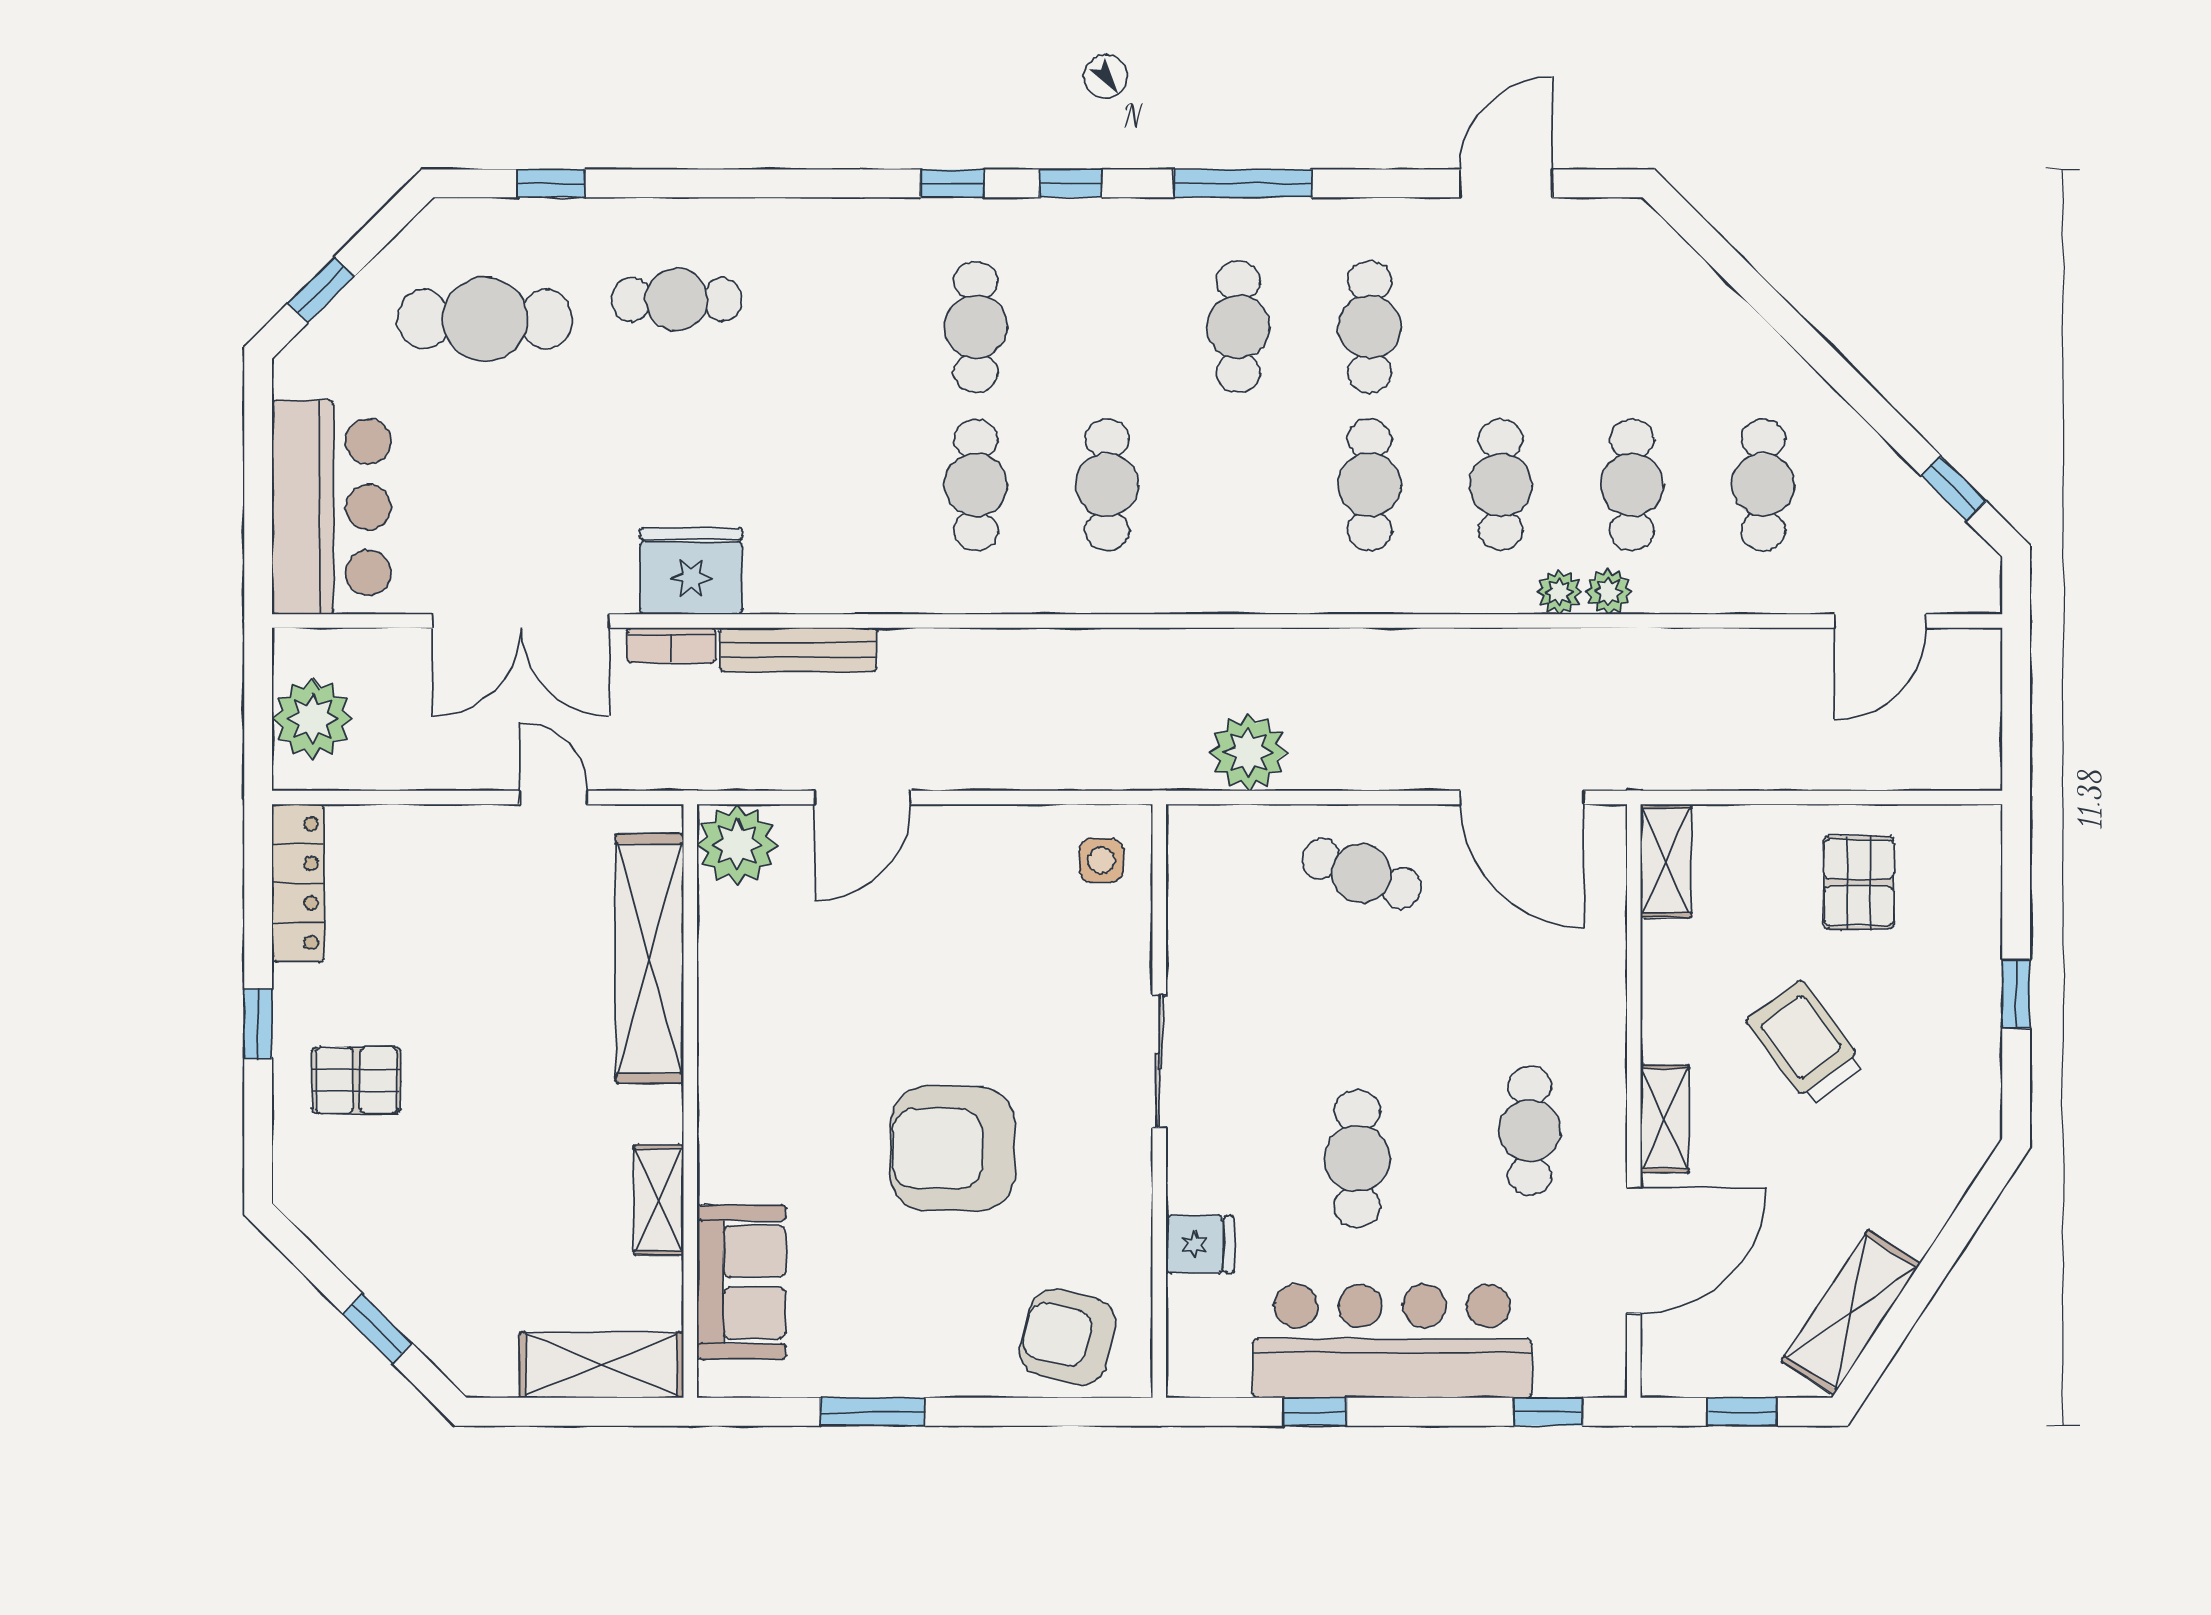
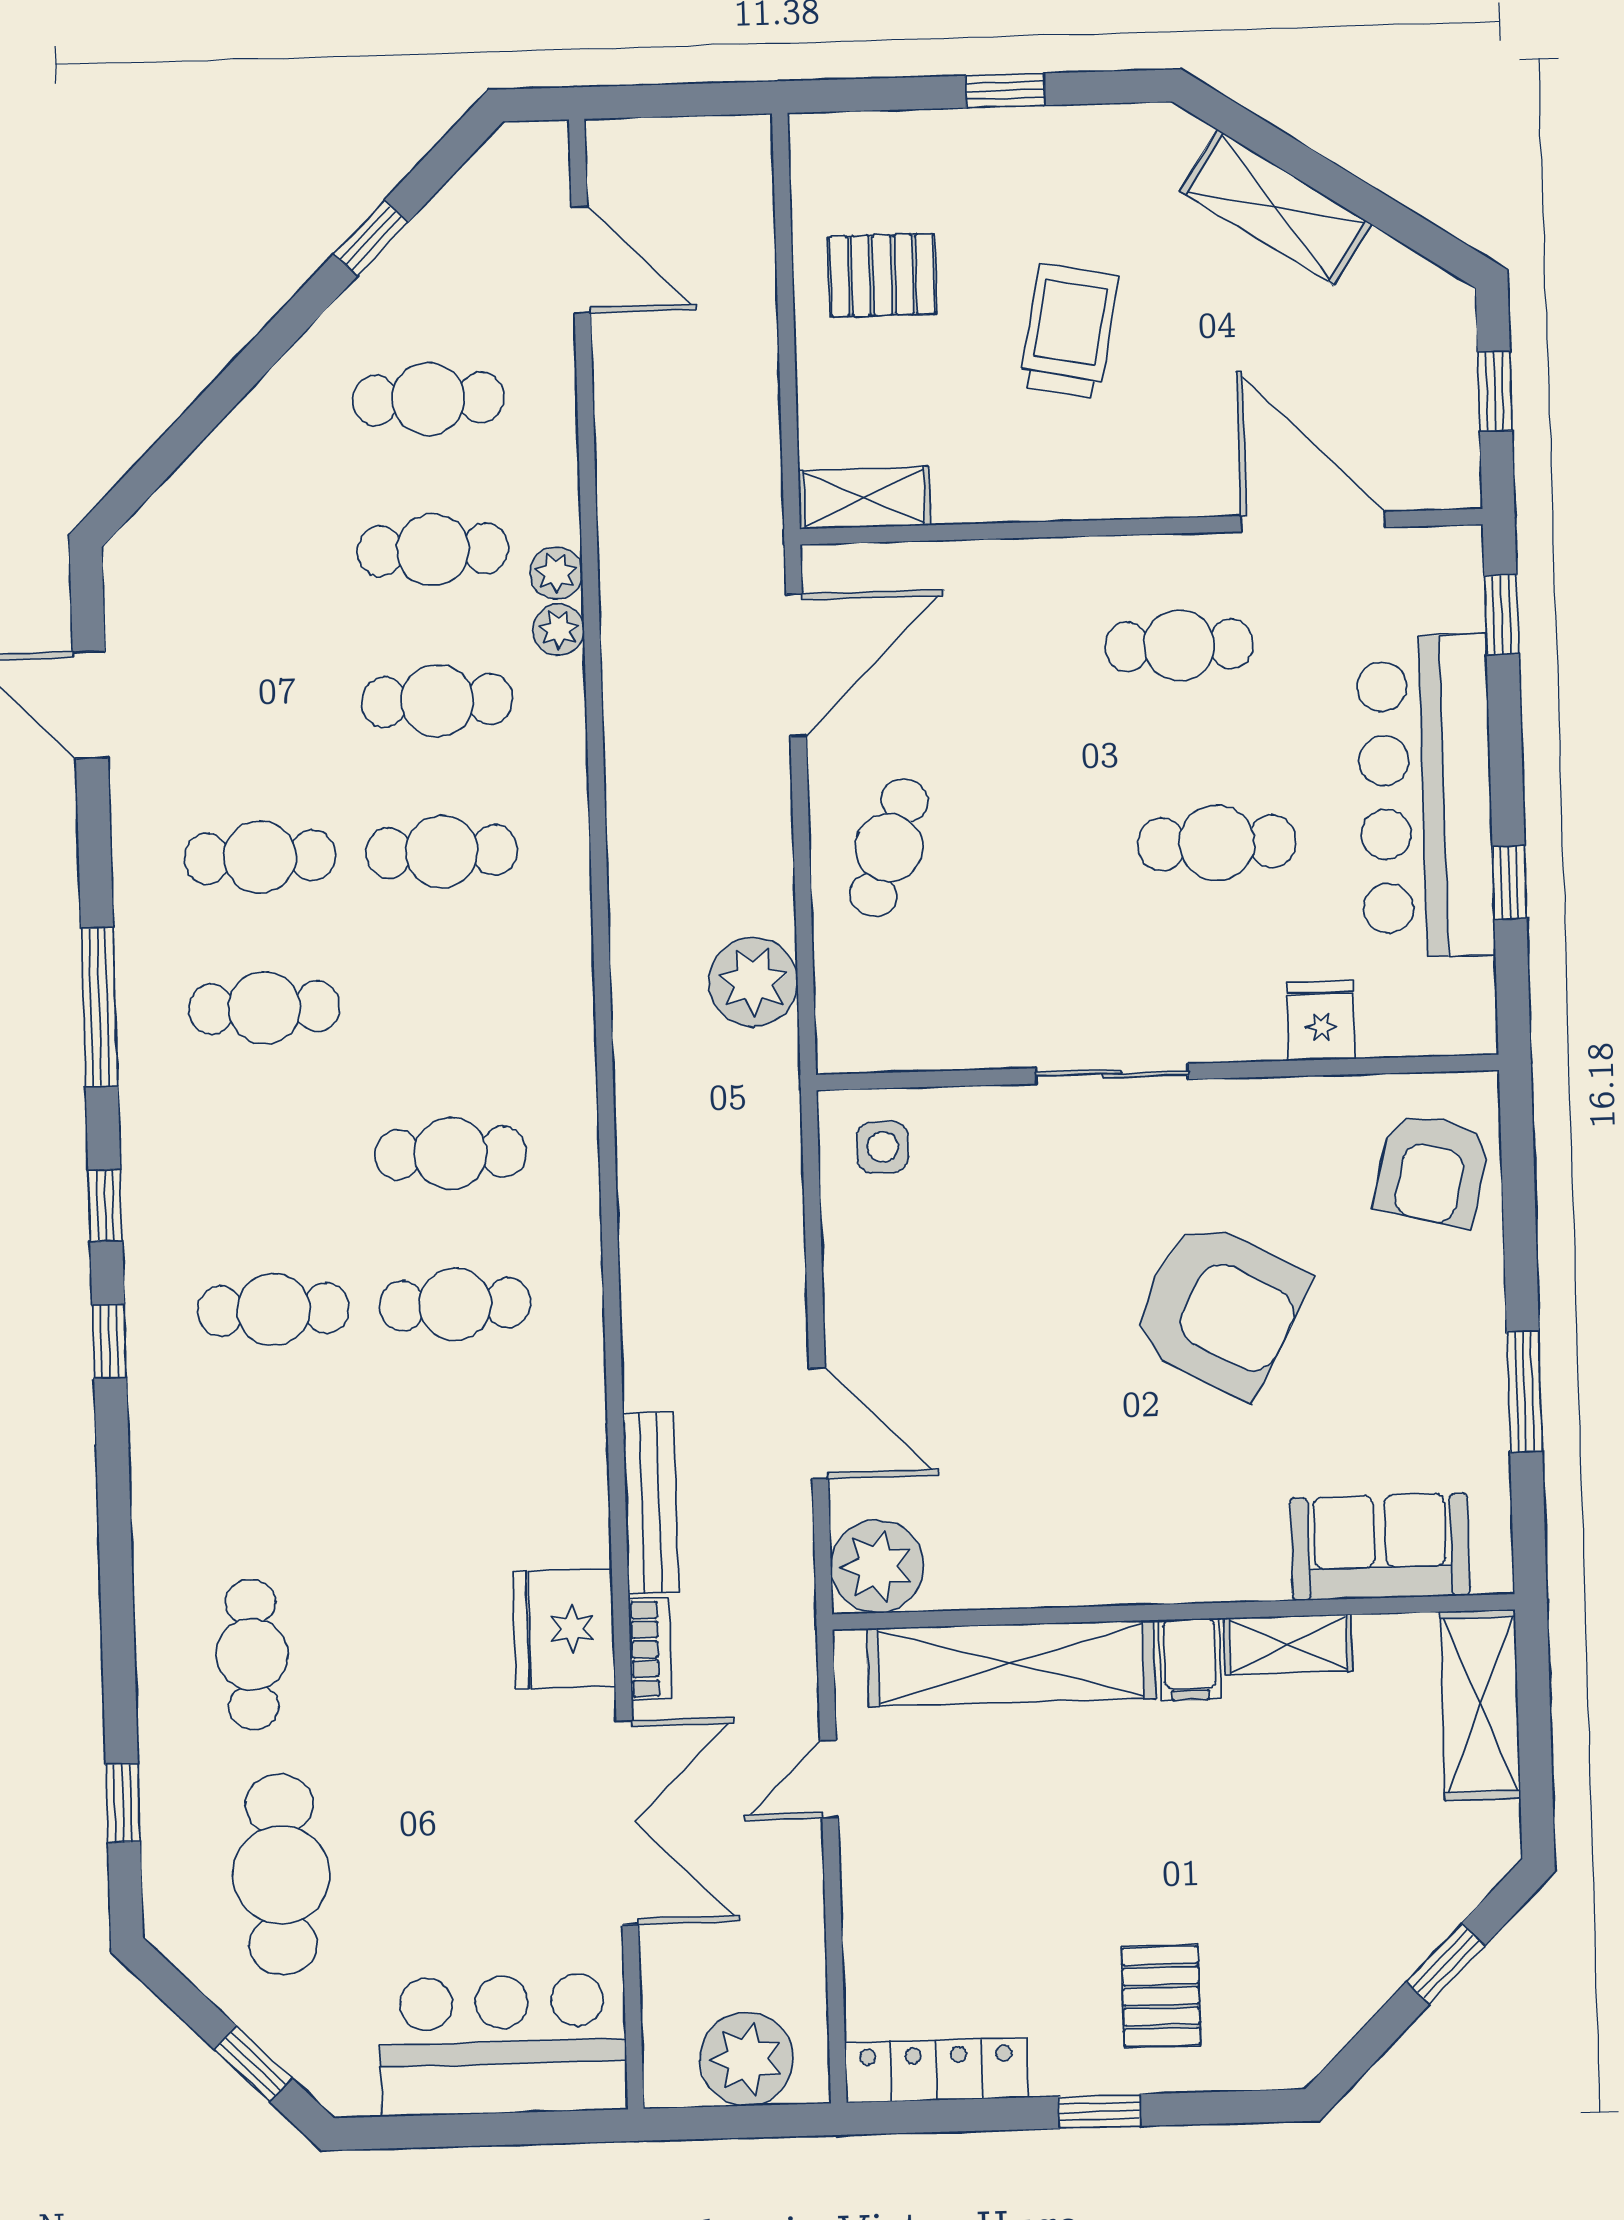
window: (1953, 488) -> (371, 238), moved
trolley: (1805, 1043) -> (1069, 331), turned 138
filing cabinet: (648, 1114) -> (1190, 1659), added
shelving: (1665, 1119) -> (1161, 491), removed
armchair: (952, 1149) -> (1219, 1309), turned -62
shelving: (1851, 1312) -> (1276, 208), moved

